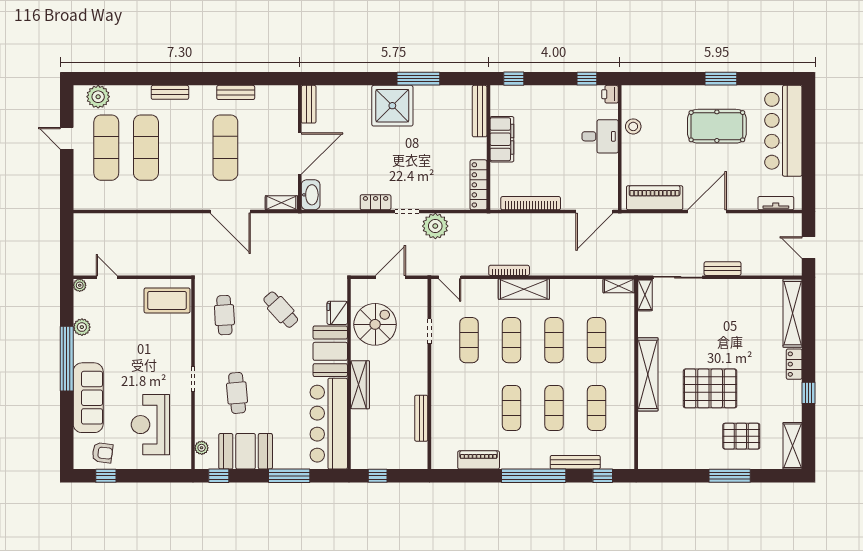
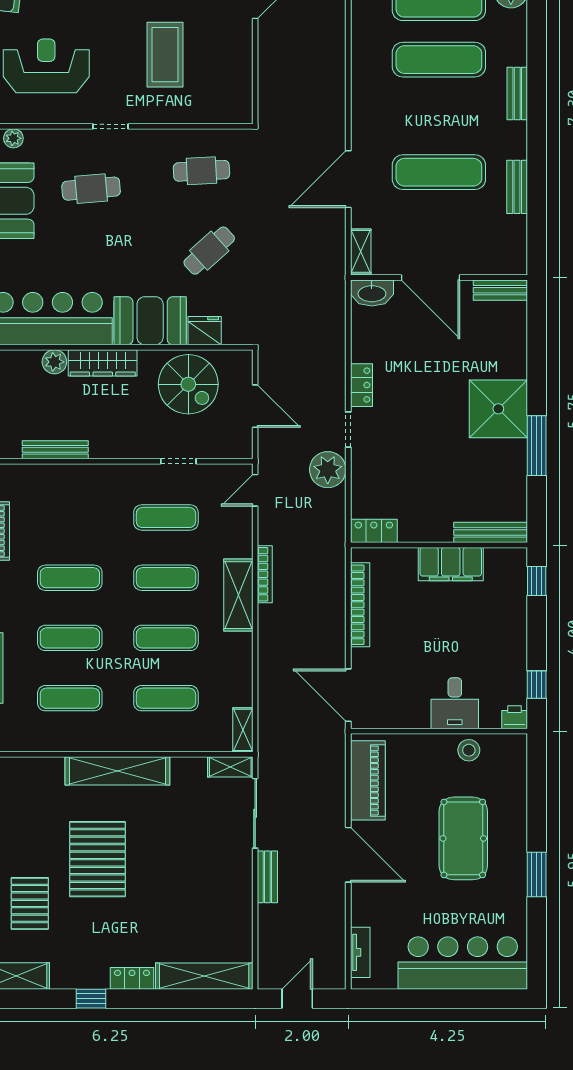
pool table: (717, 126) -> (463, 838), moved
locker: (478, 185) -> (374, 531), width x0.66
coffee table: (167, 300) -> (165, 55), moved
plant: (359, 419) -> (54, 362), added

